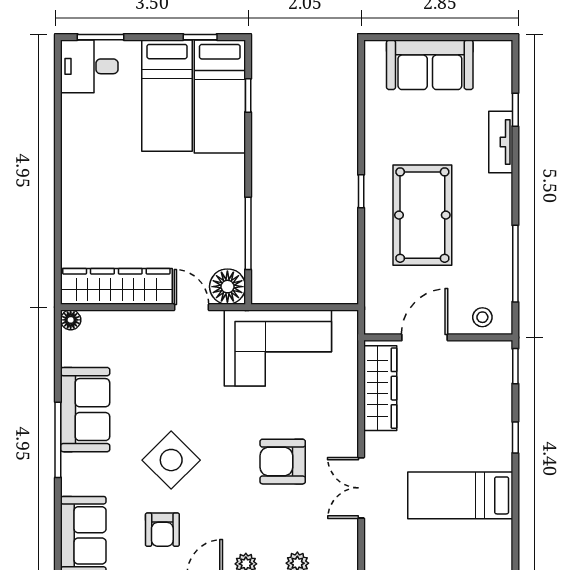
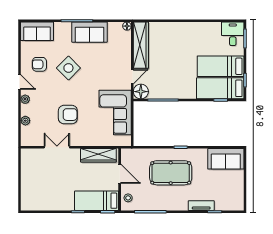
sofa: (430, 65) -> (226, 159), moved, turned -90
armchair: (283, 462) -> (68, 115), turned 90
bed: (460, 495) -> (97, 201), moved, turned -90

